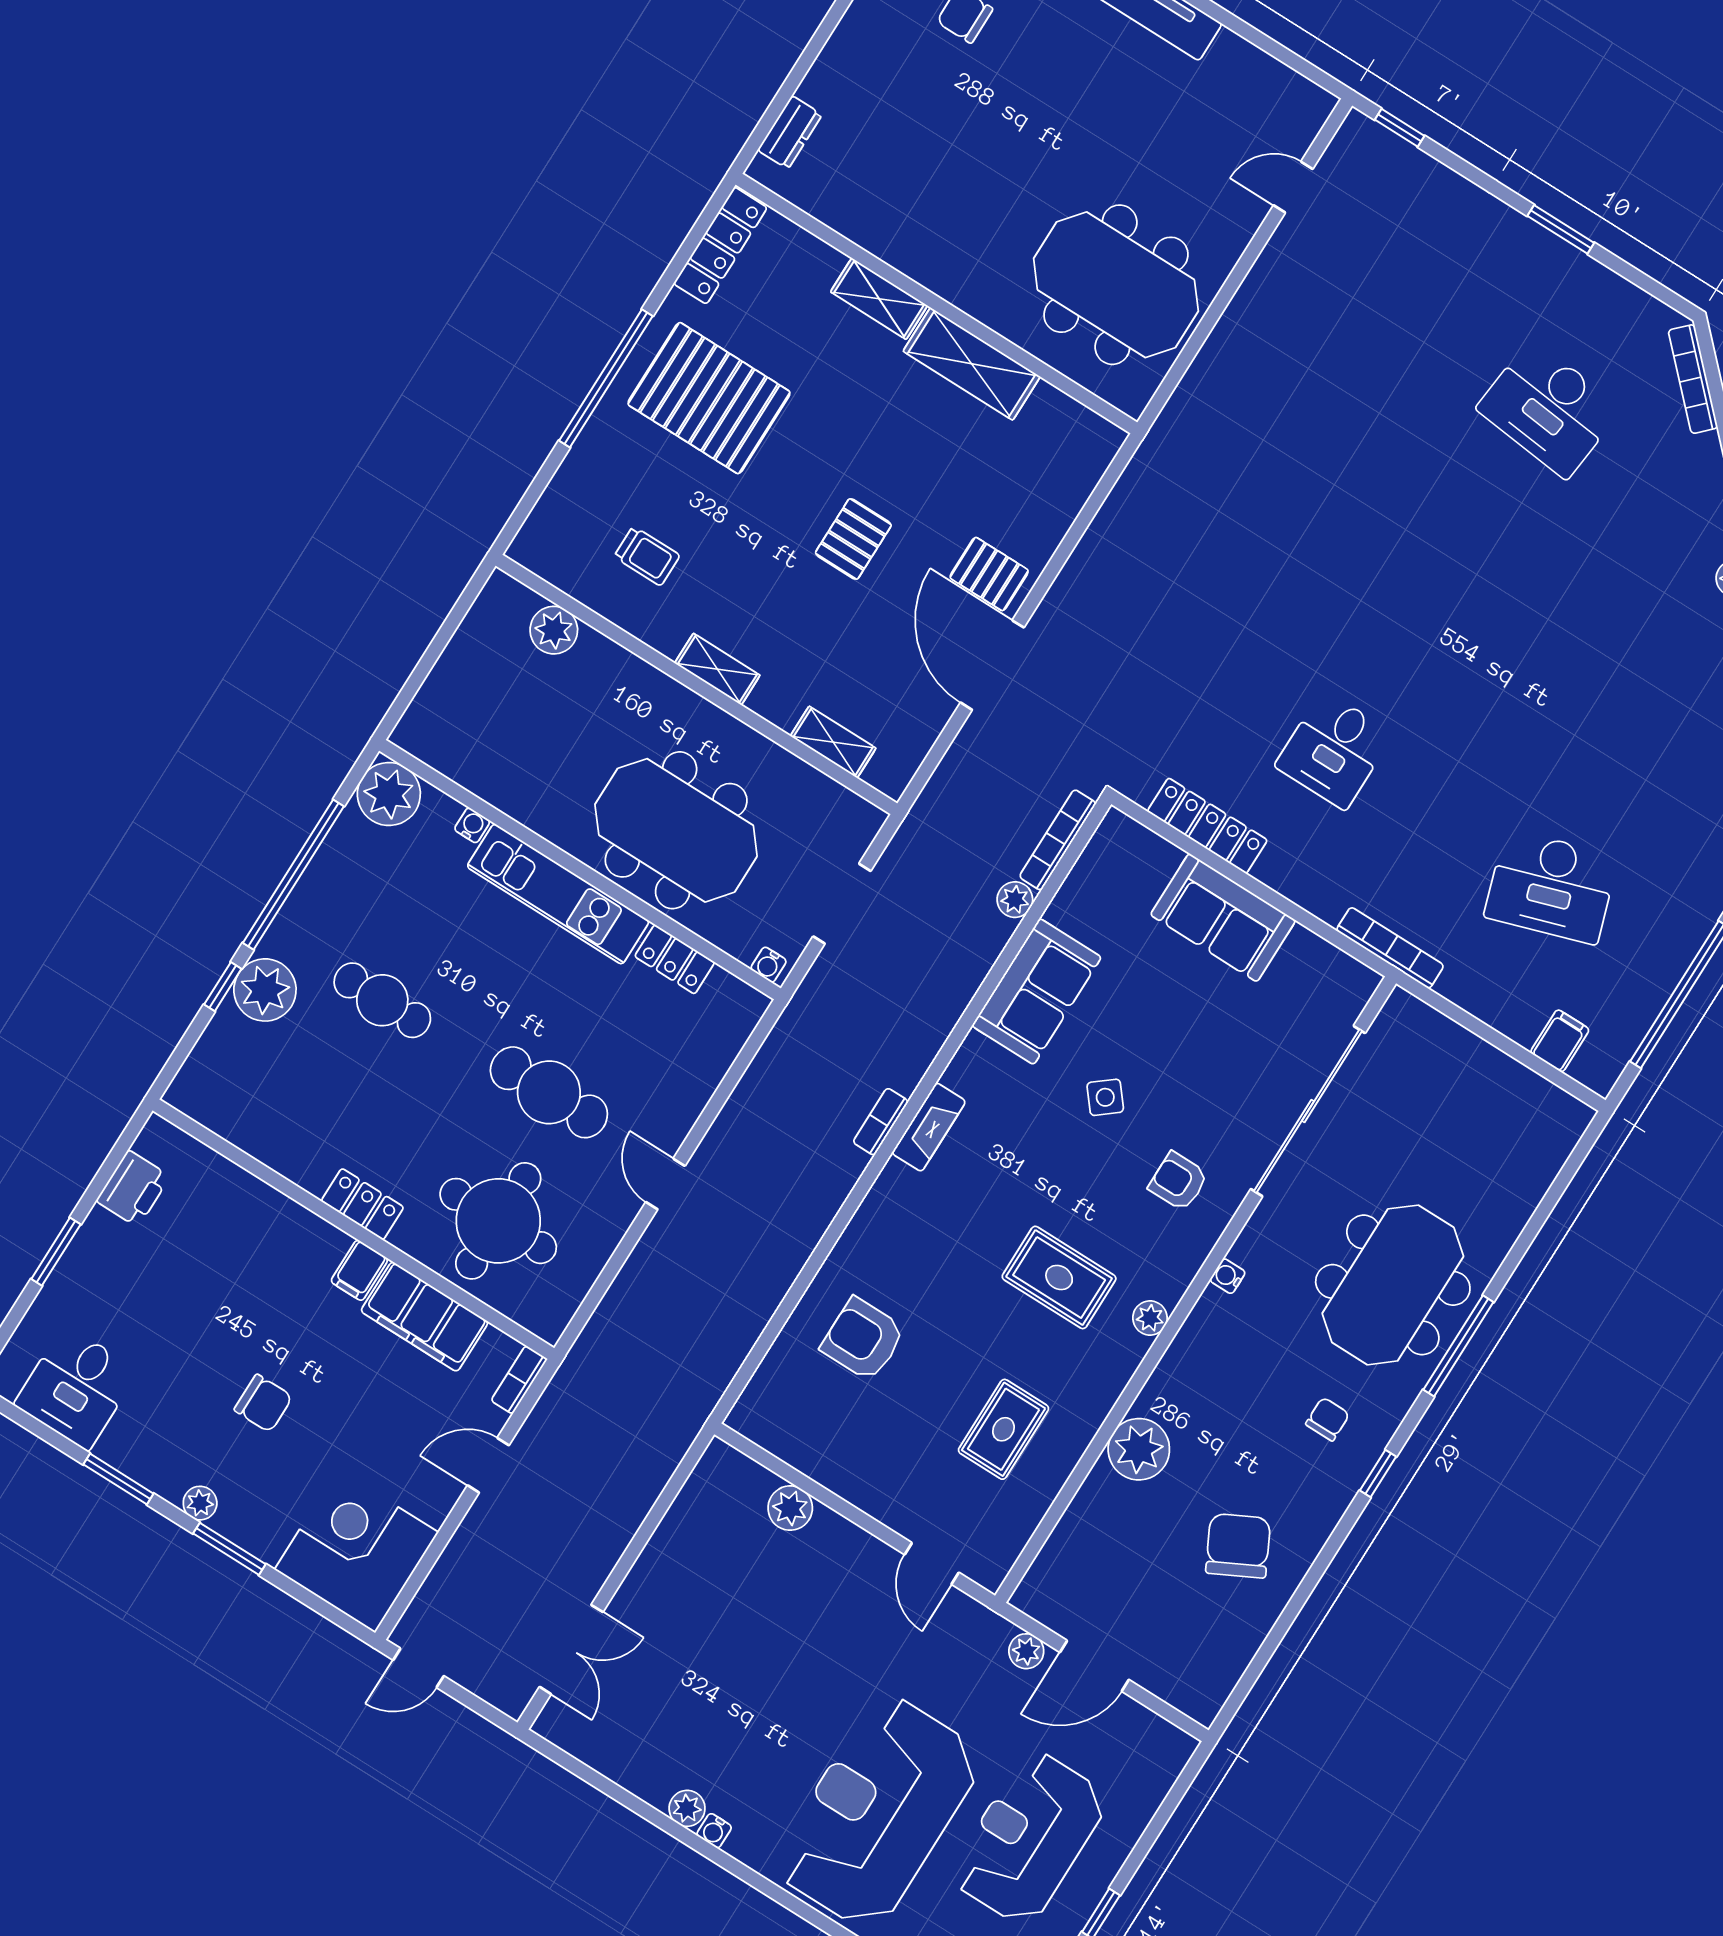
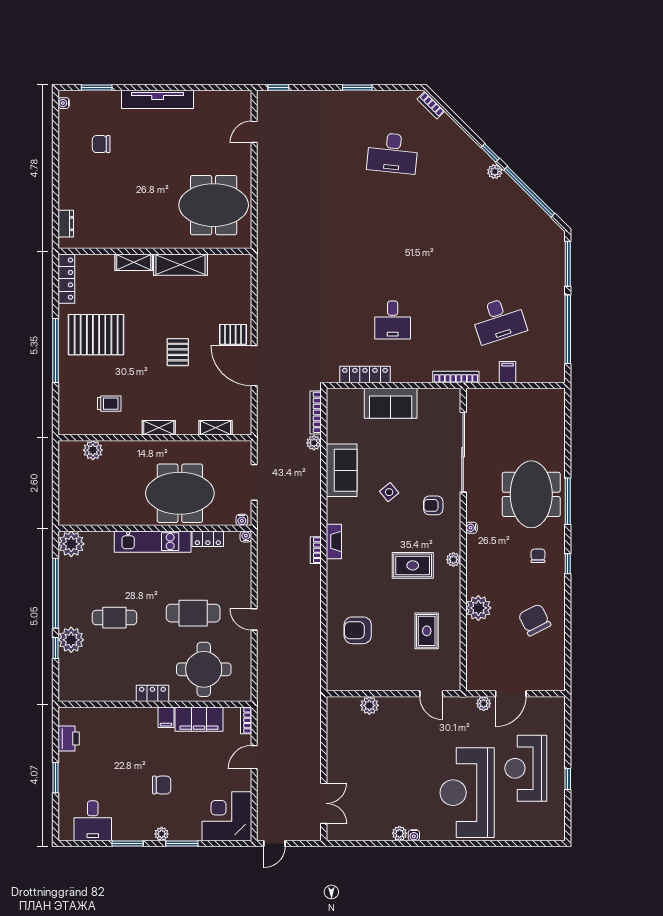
bookcase: (1693, 379) -> (431, 105), width x0.64
water cooler: (472, 825) -> (246, 536), moved
filing cabinet: (1560, 1041) -> (507, 372), moved

